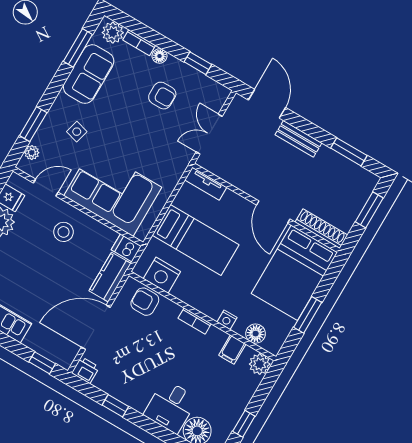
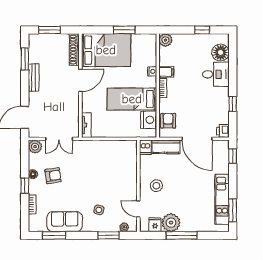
plant: (113, 33) -> (35, 147), moved
floor lamp: (159, 56) -> (33, 174), moved
window: (198, 63) -> (25, 186), moved
armchair: (162, 96) -> (53, 176), turned 82
bench: (298, 139) -> (34, 78), moved
corner sofa: (113, 191) -> (119, 172), removed
bed: (196, 240) -> (132, 99), moved, turned -90
armchair: (145, 302) -> (168, 121), turned 180
floor lamp: (256, 334) -> (151, 52), removed
filing cabinet: (232, 350) -> (166, 72), moved

